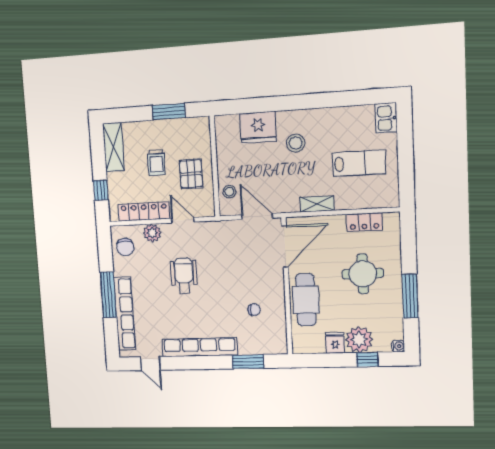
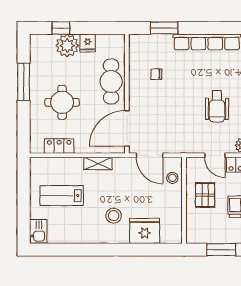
water cooler: (398, 346) -> (35, 39), removed

